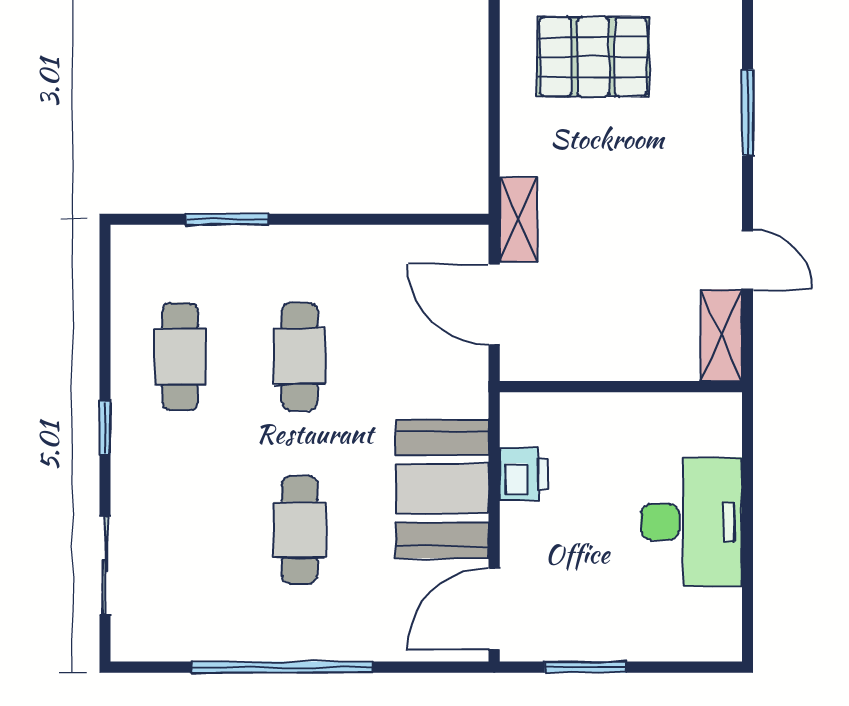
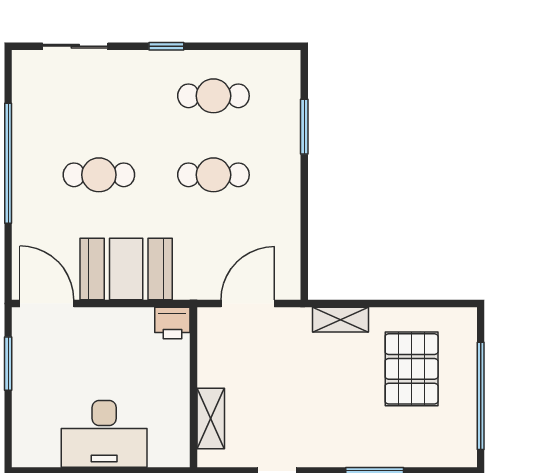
shelving: (519, 220) -> (341, 320), moved
shelving: (721, 335) -> (211, 418), moved, turned 90
printer: (524, 474) -> (172, 323), moved

